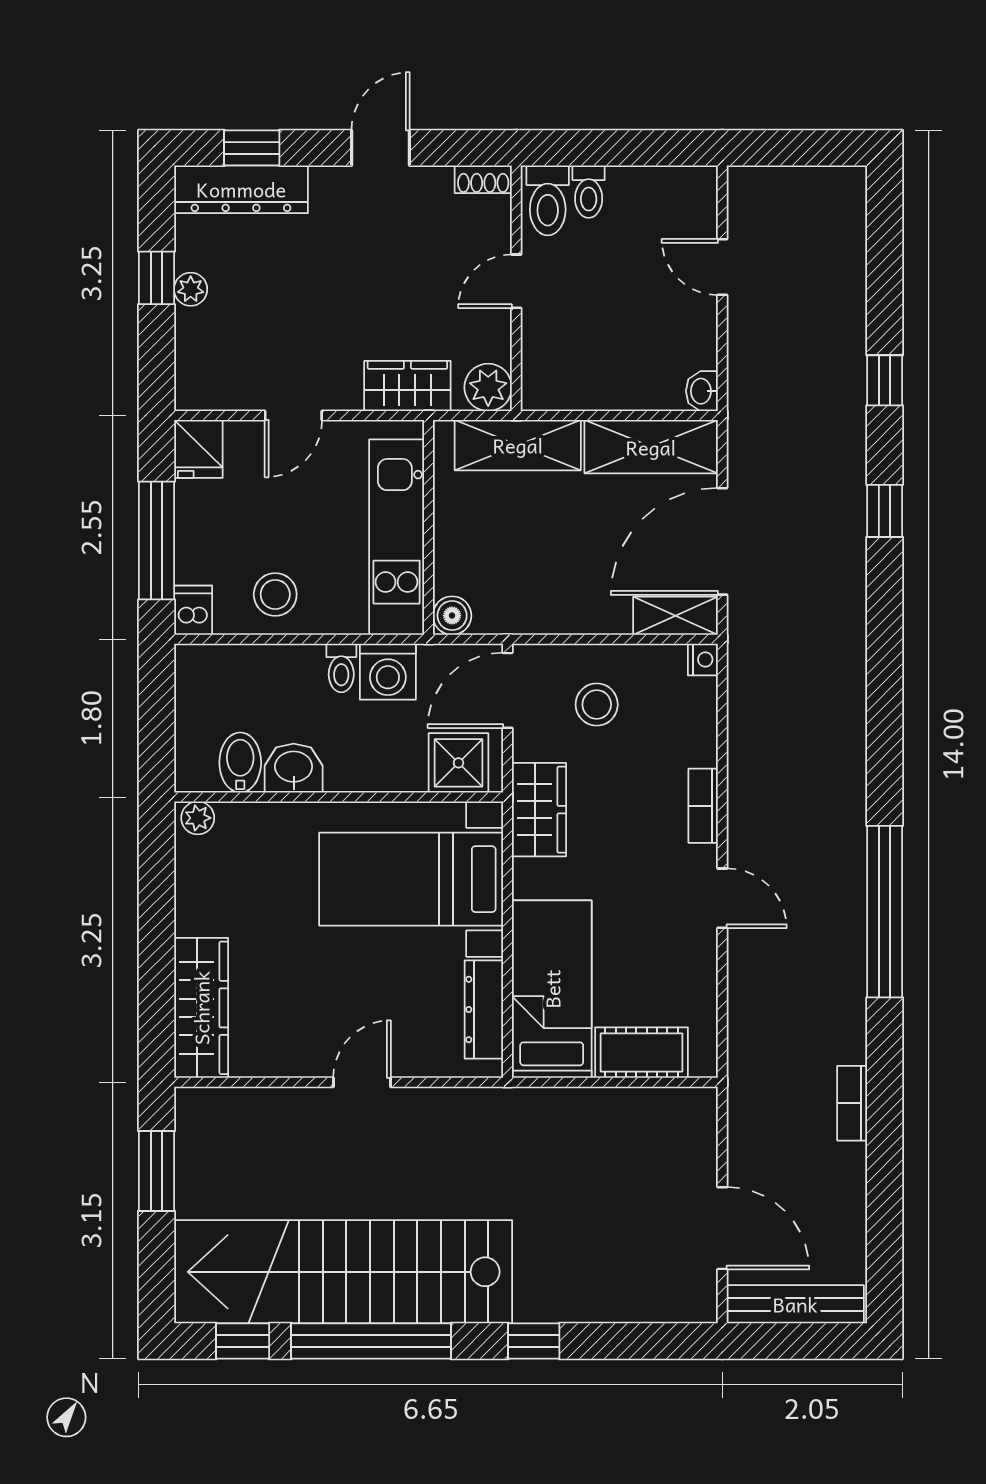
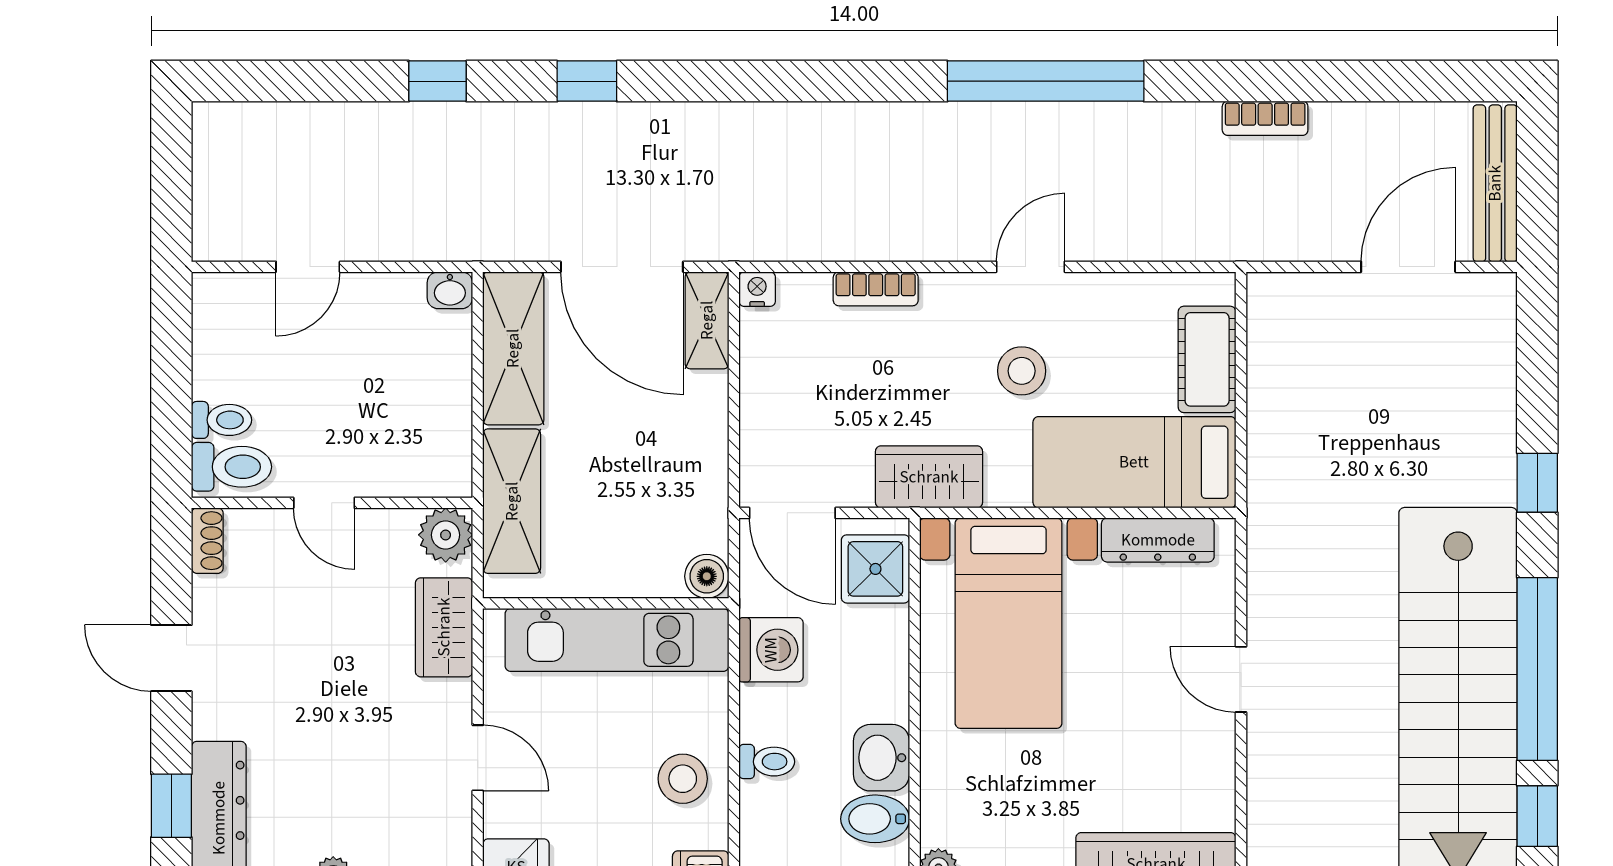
toilet: (341, 668) -> (767, 762), moved
stool: (597, 705) -> (1022, 371), moved
bookcase: (703, 806) -> (876, 289), moved

